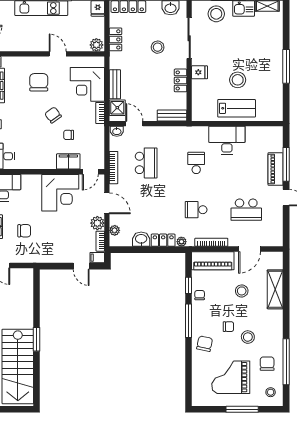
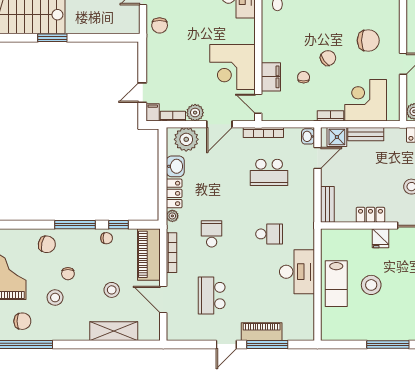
plant: (115, 230) -> (186, 139), width x1.88, depth x1.88
chair: (24, 231) -> (160, 25), moved

